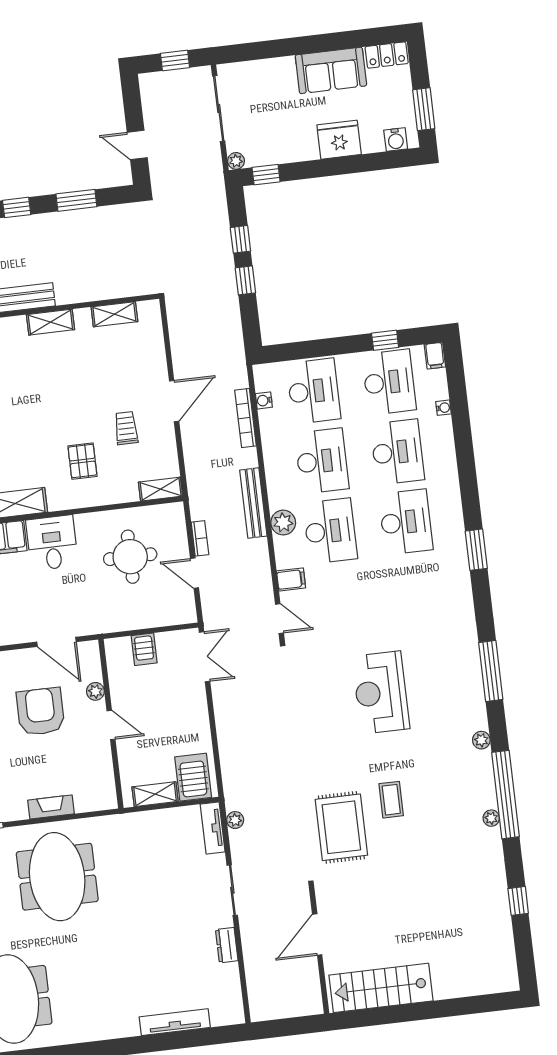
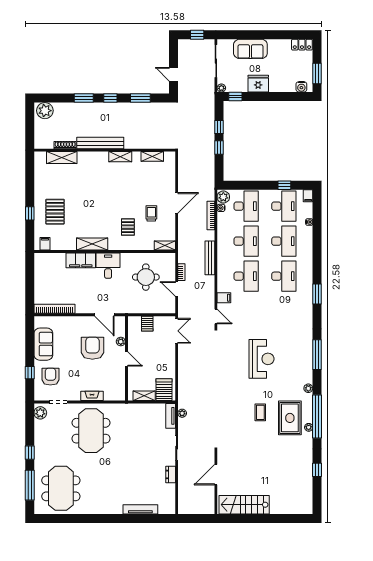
sofa: (331, 70) -> (250, 49), moved
fridge: (339, 140) -> (258, 84), moved
plant: (283, 523) -> (223, 197), moved
reception desk: (381, 693) -> (262, 359), turned 180
rug: (341, 827) -> (290, 418), moved

